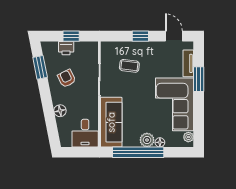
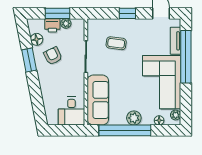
window: (71, 36) -> (57, 13), width x1.50
plant: (80, 46) -> (66, 23), added
window: (40, 67) -> (29, 60), moved
window: (199, 79) -> (186, 57), width x2.11
floor lamp: (60, 111) -> (37, 39), moved
floor lamp: (160, 142) -> (159, 120), moved

